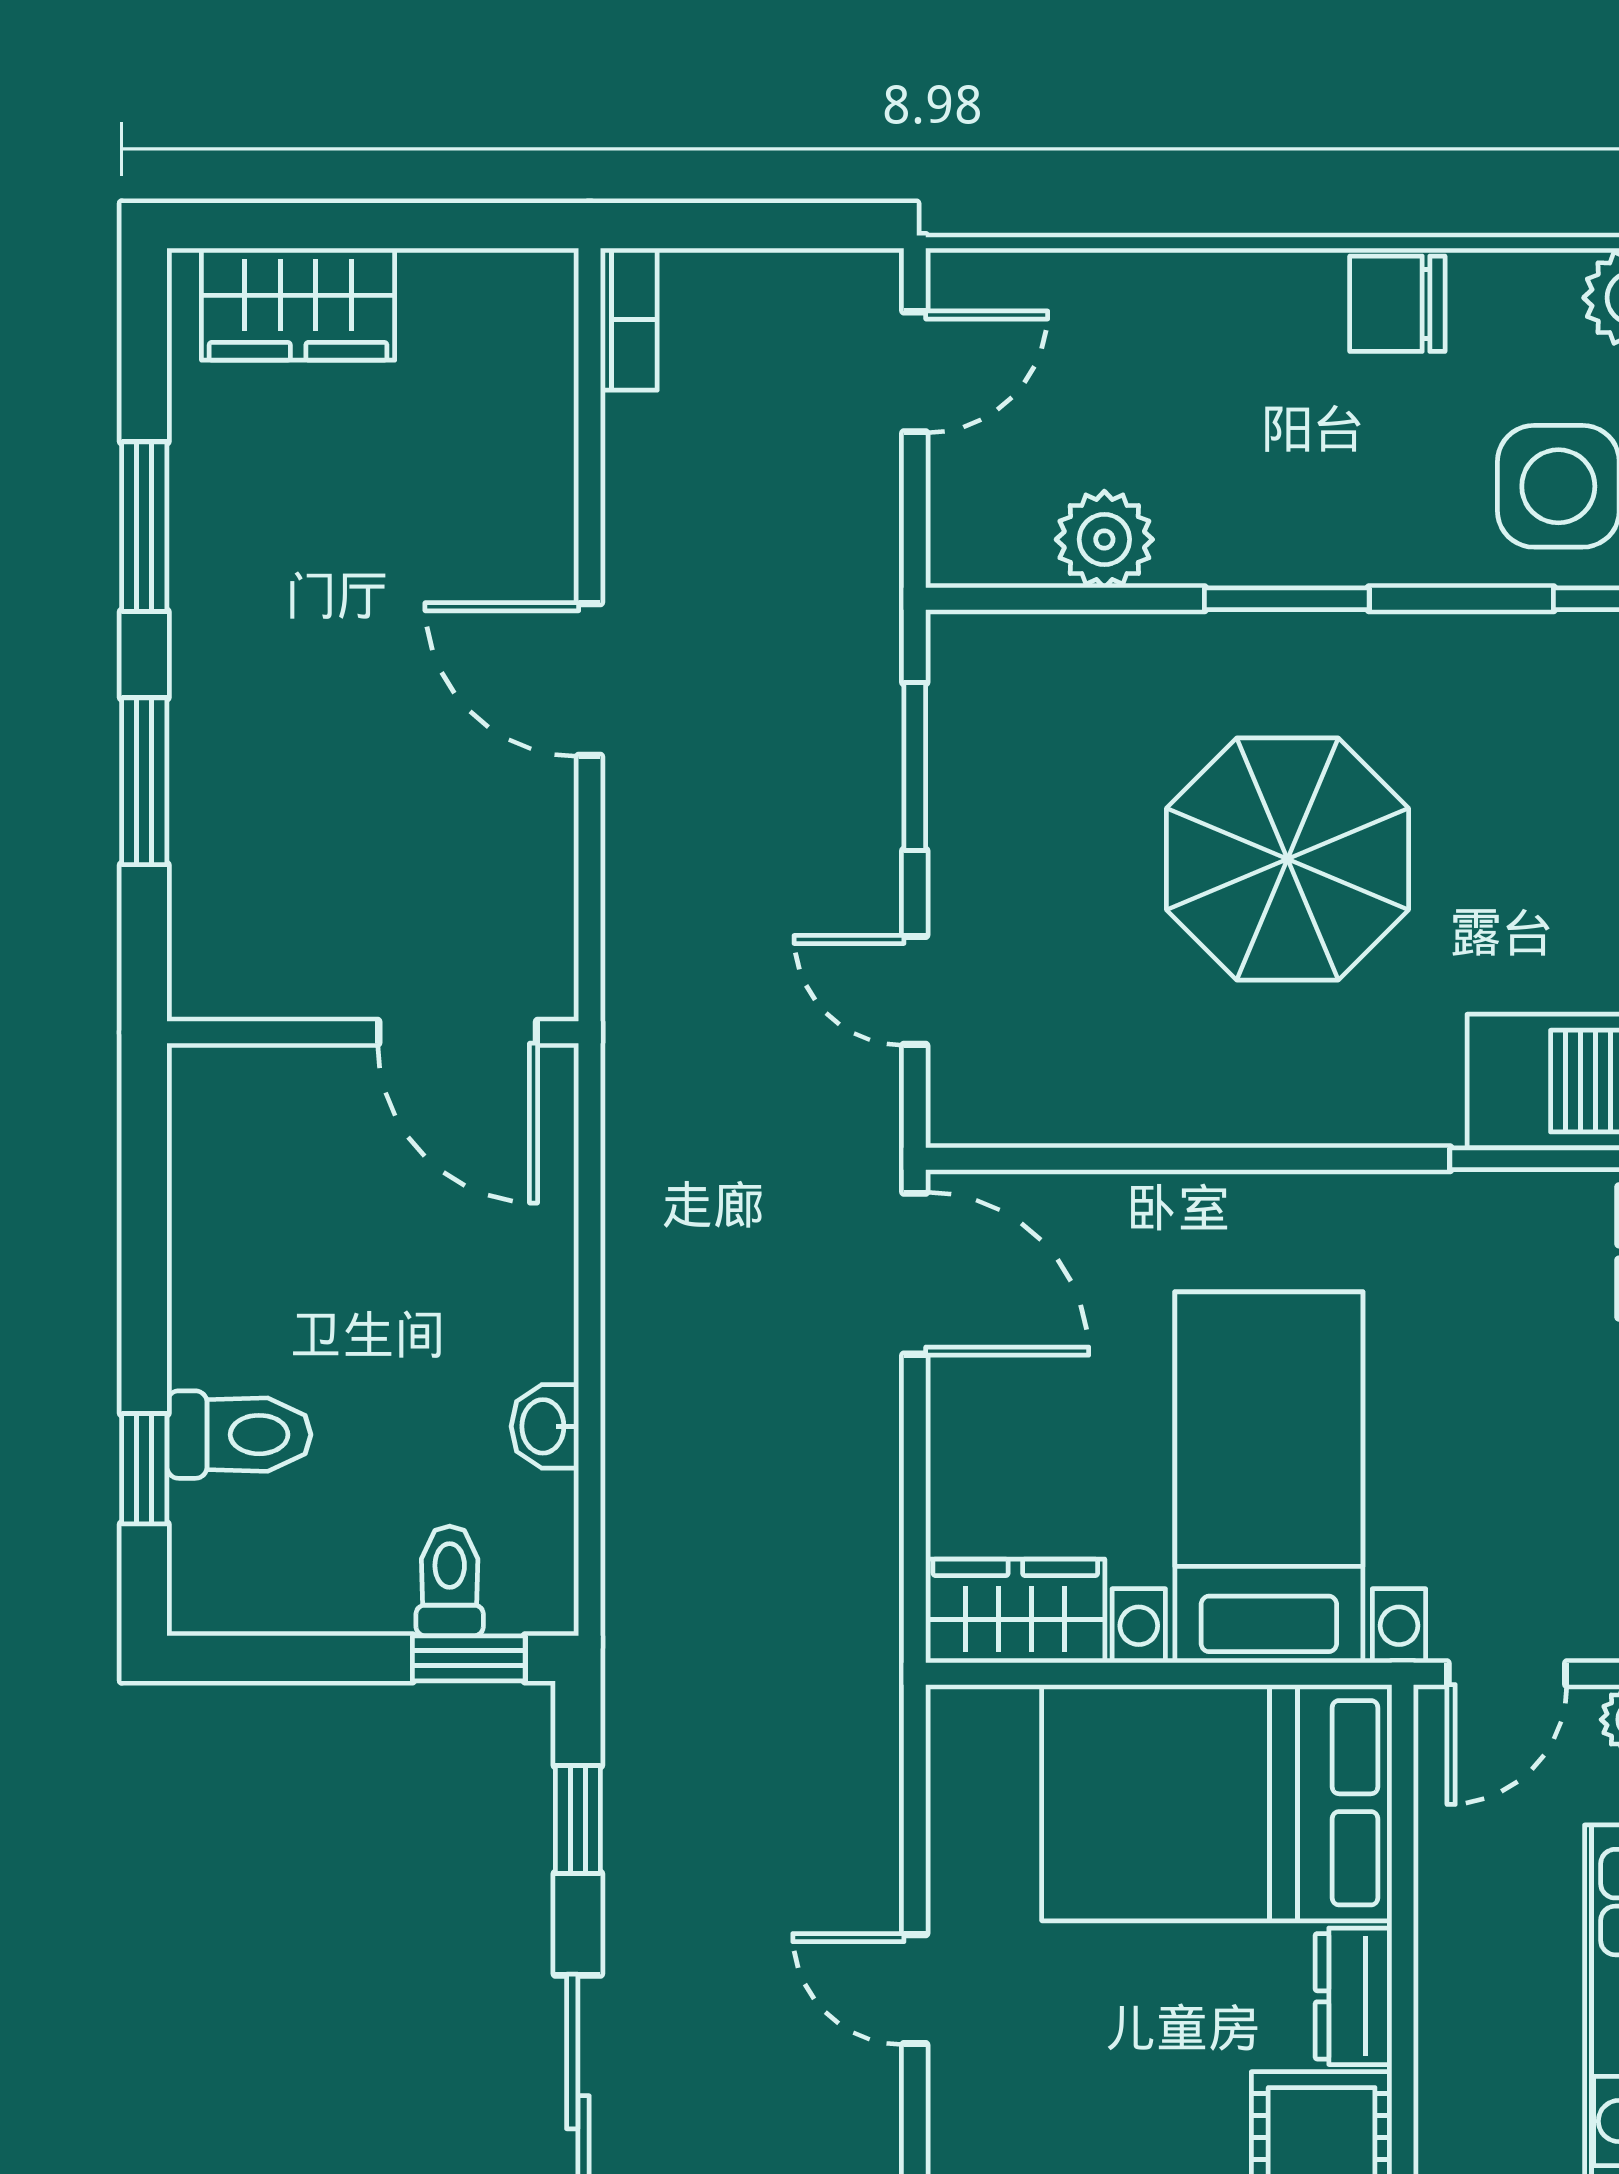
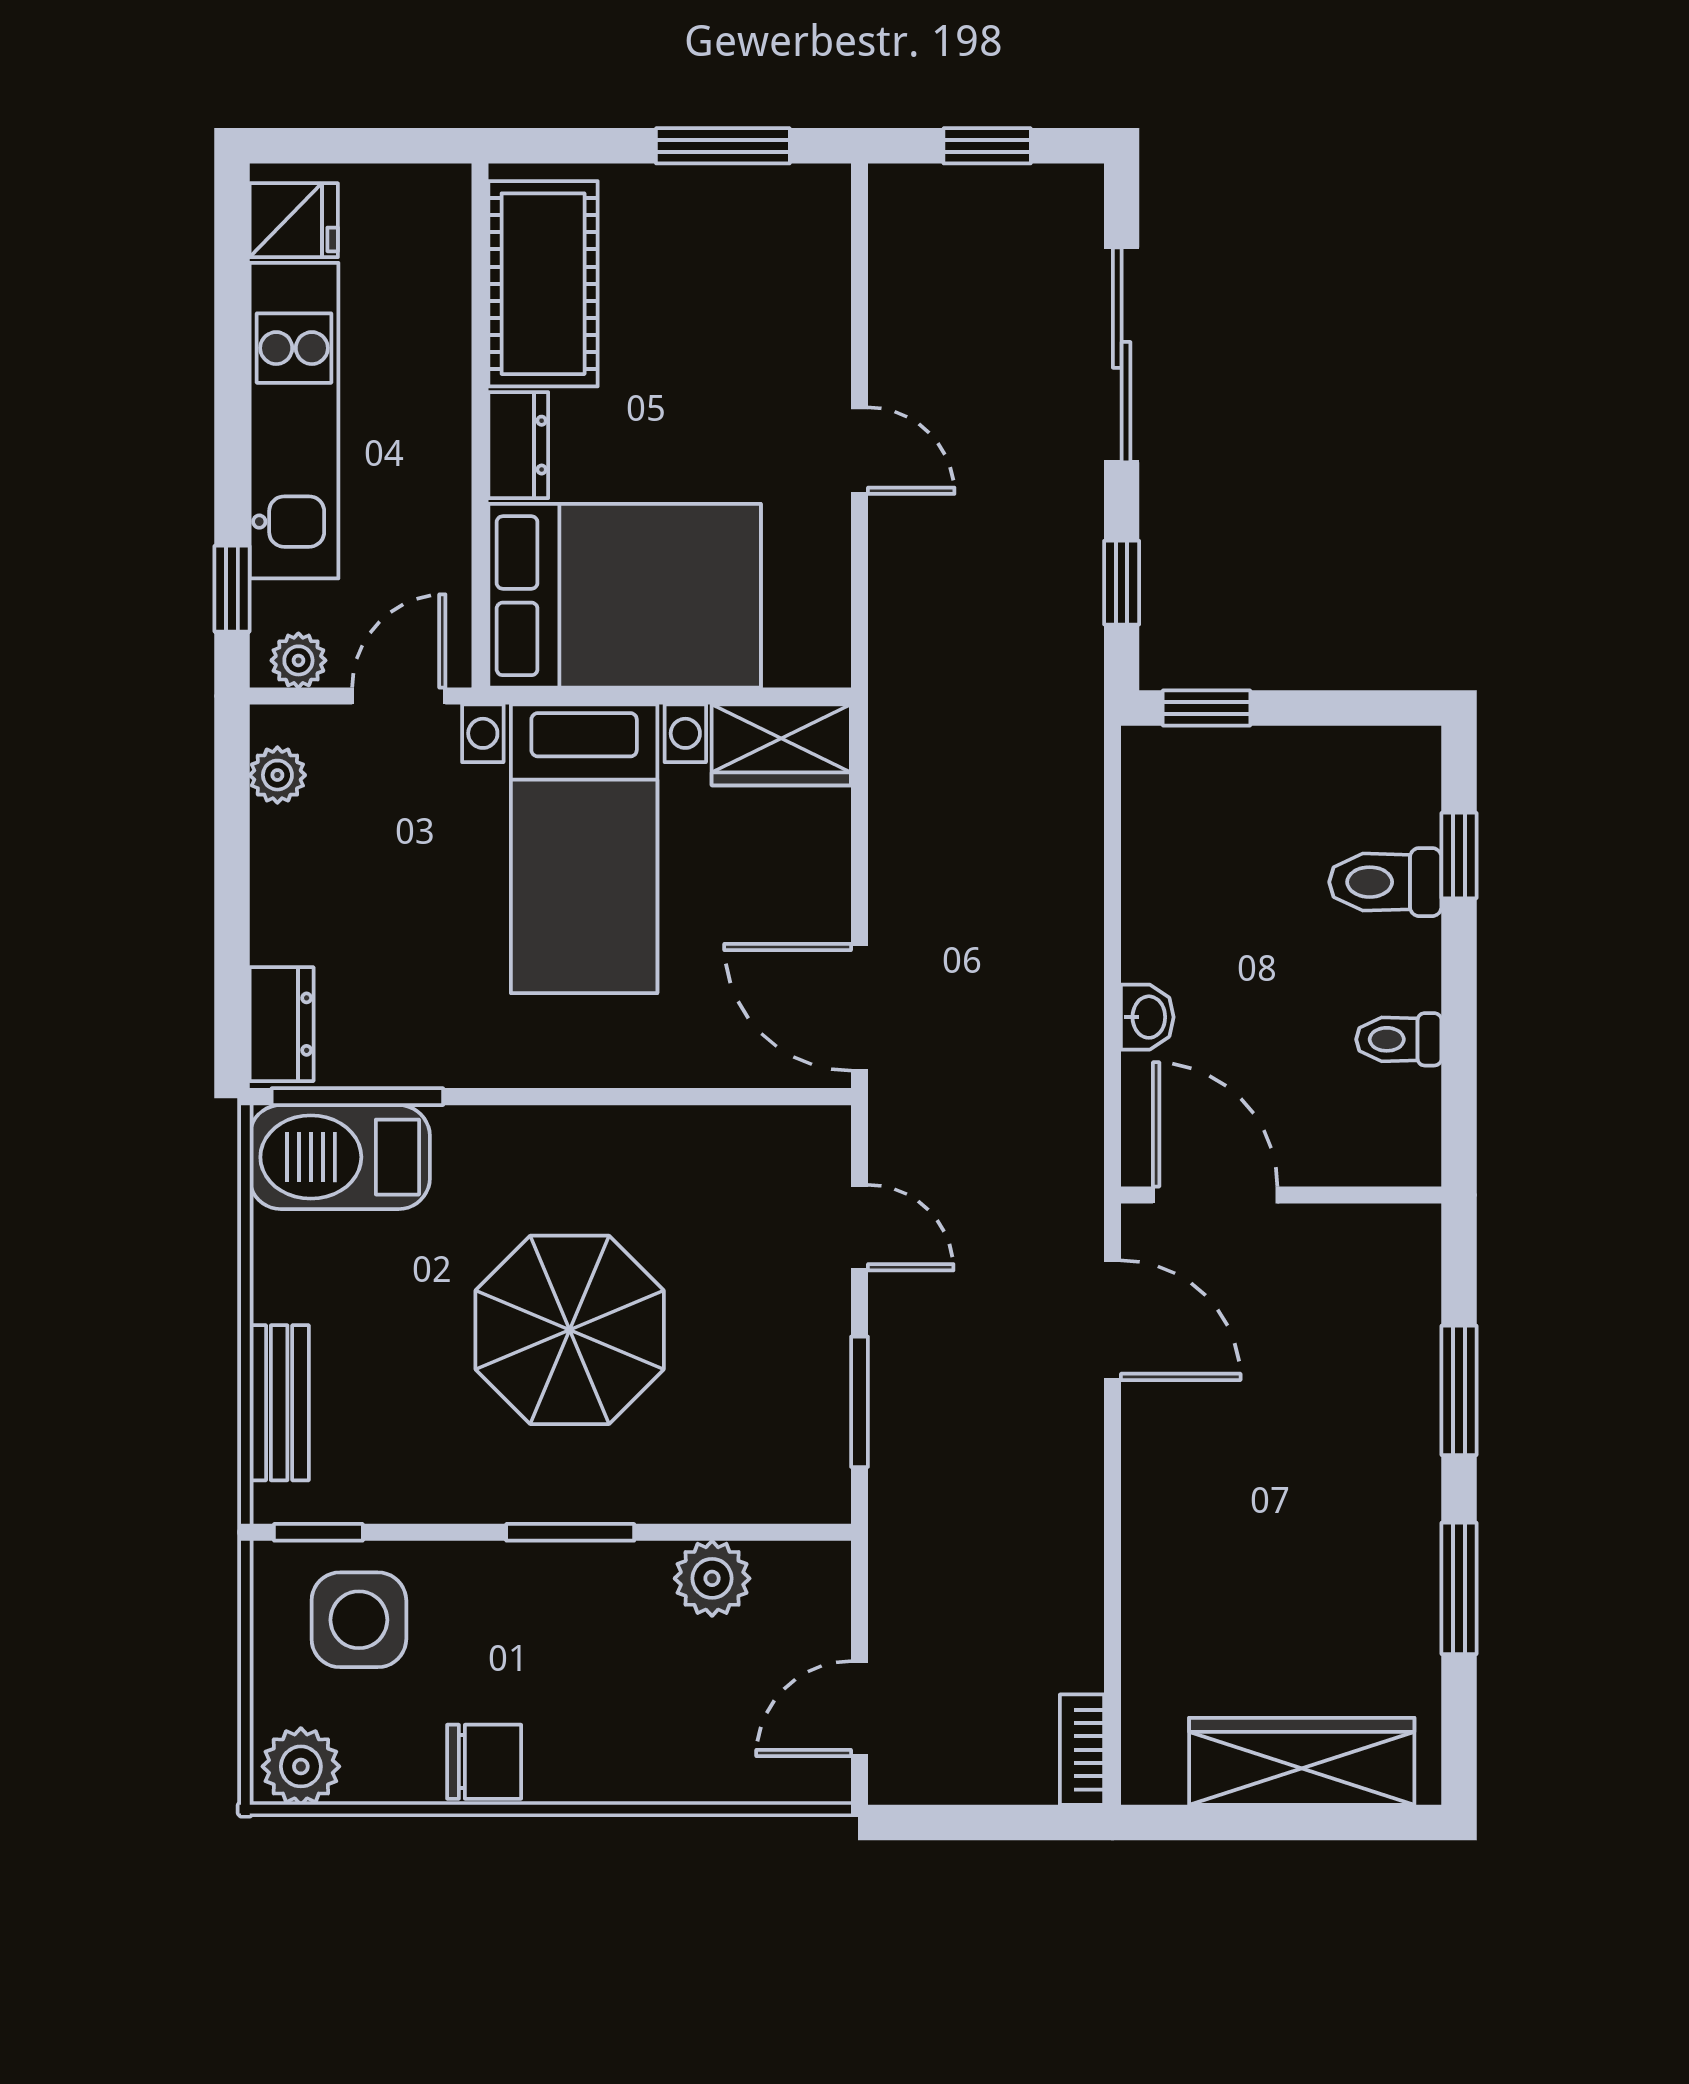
wardrobe: (298, 304) -> (1302, 1761), width x1.50
door: (590, 680) -> (1112, 1320), moved
washbasin: (545, 1426) -> (1147, 1017), moved
toilet: (450, 1581) -> (1399, 1039), moved, turned 90

